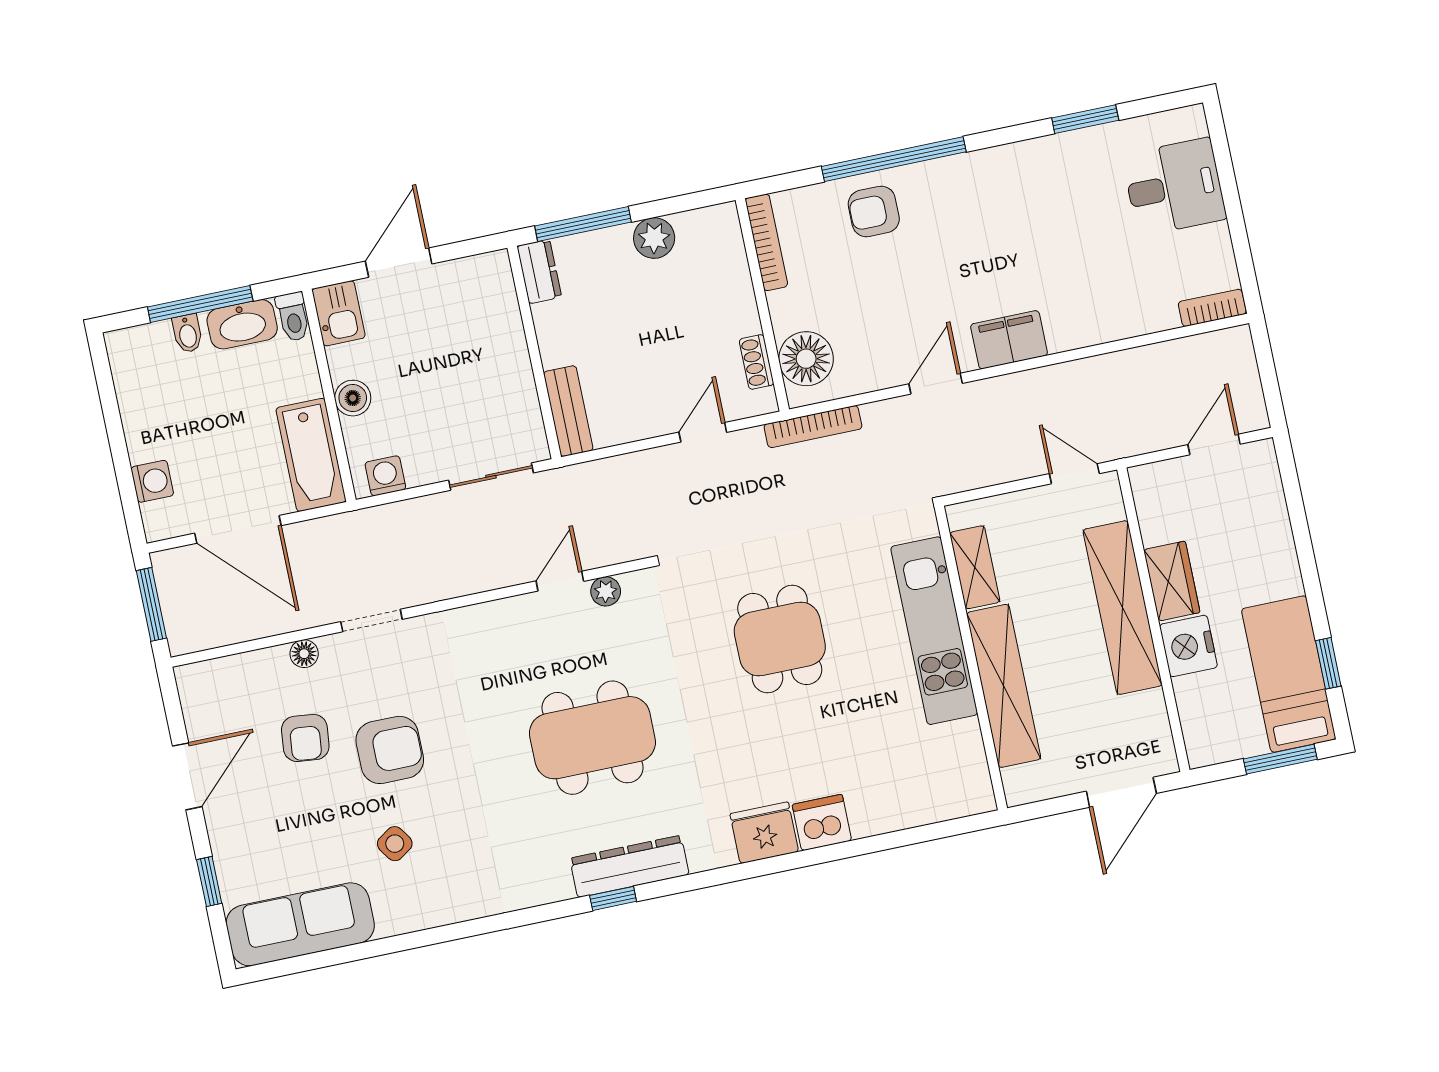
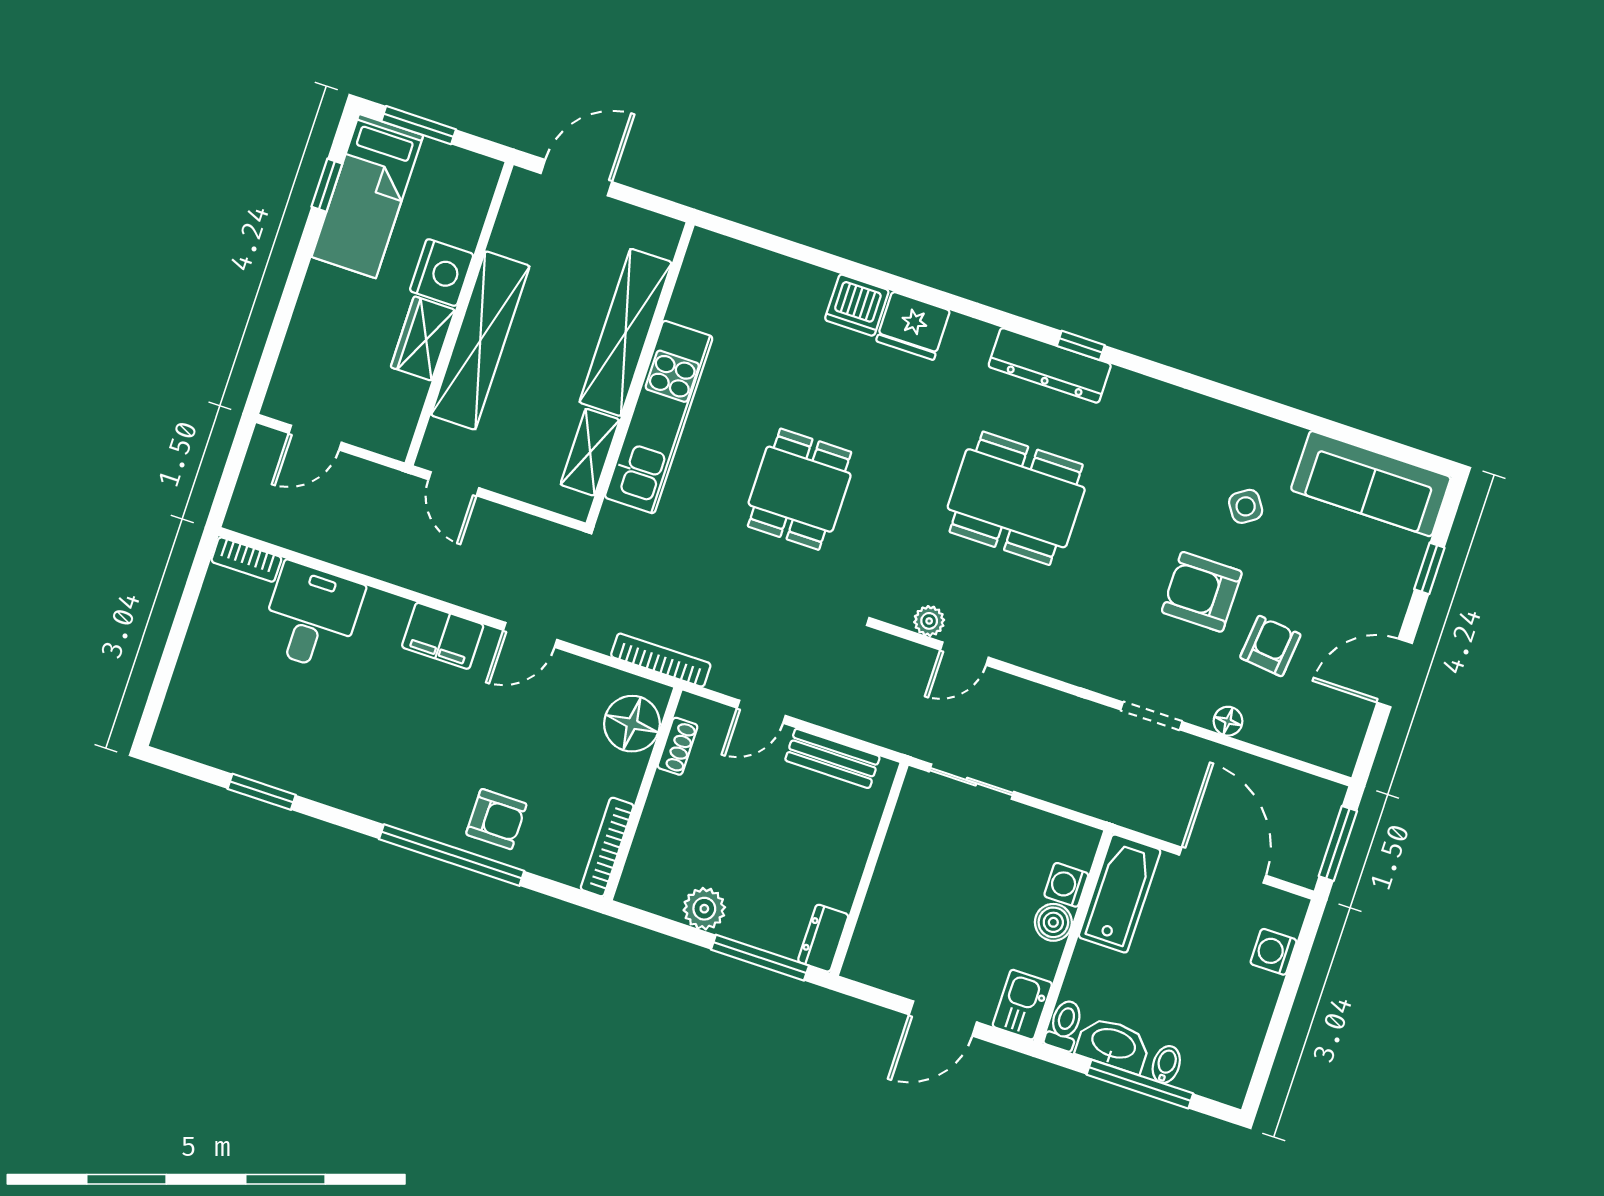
desk: (1174, 187) -> (312, 616), moved, turned 90
bench: (568, 411) -> (832, 758), moved, turned 90
washing machine: (385, 476) -> (1066, 885), moved, turned 90

